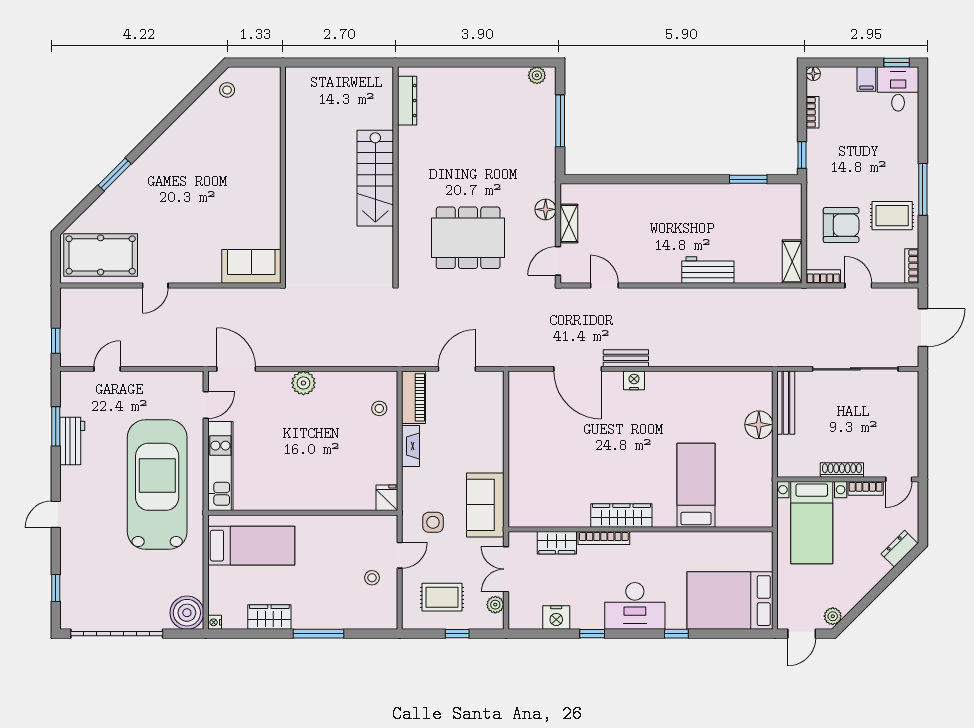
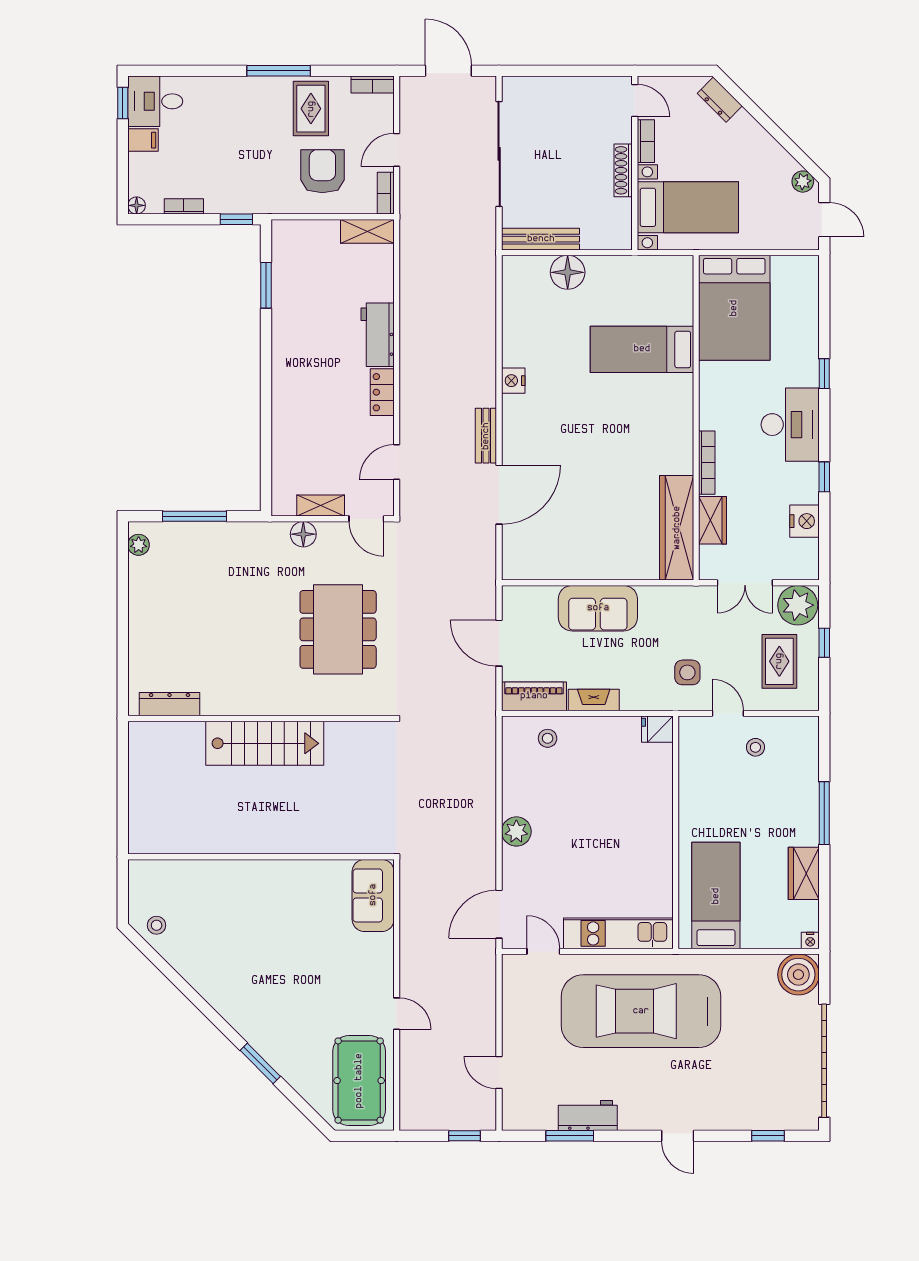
locker: (661, 274) -> (382, 392), added
nightstand: (634, 380) -> (513, 381), moved
sofa: (485, 505) -> (598, 608), moved
wardrobe: (621, 516) -> (677, 528), moved, width x1.40, depth x1.17
bed: (730, 601) -> (734, 308), moved
plant: (495, 605) -> (798, 605), width x1.88, depth x1.88

